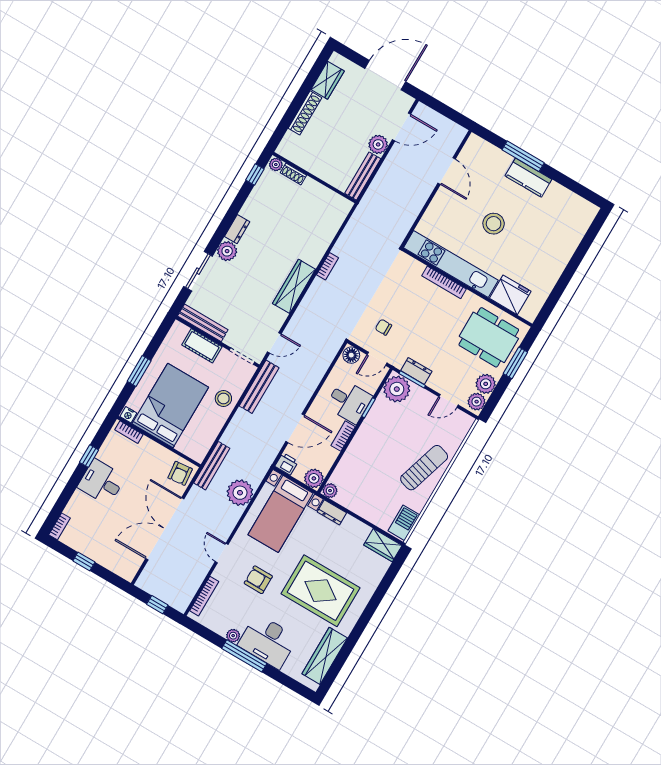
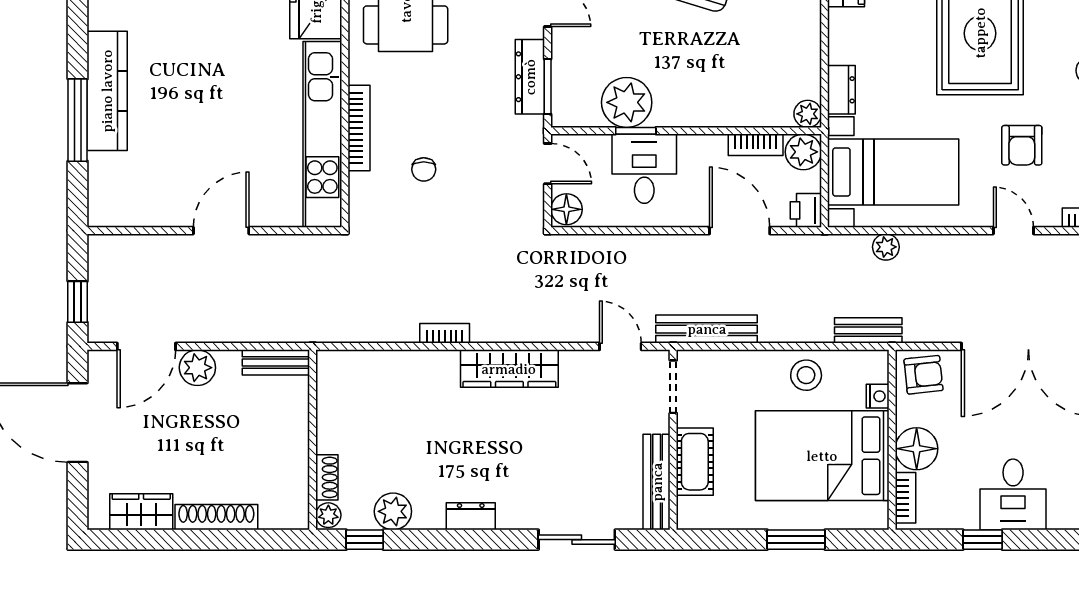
window: (440, 108) -> (78, 302), added
door: (402, 127) -> (146, 346), swing flipped
door: (447, 171) -> (221, 231), moved
bench: (363, 176) -> (276, 362), width x0.73
kitchen counter: (528, 178) -> (107, 91), width x1.50
stool: (494, 224) -> (216, 104), removed
plant: (227, 251) -> (393, 511), moved
chair: (383, 327) -> (424, 169), moved
dresser: (416, 371) -> (530, 77), width x1.44
plant: (397, 389) -> (627, 102), moved
stool: (223, 398) -> (806, 375), moved
nightstand: (128, 415) -> (878, 396), moved
bookcase: (343, 436) -> (756, 145), moved
floor lamp: (148, 450) -> (917, 449), added
bench: (212, 466) -> (868, 330), width x0.73
plant: (240, 493) -> (886, 247), width x0.53, depth x0.53
door: (222, 553) -> (1013, 231), swing flipped

